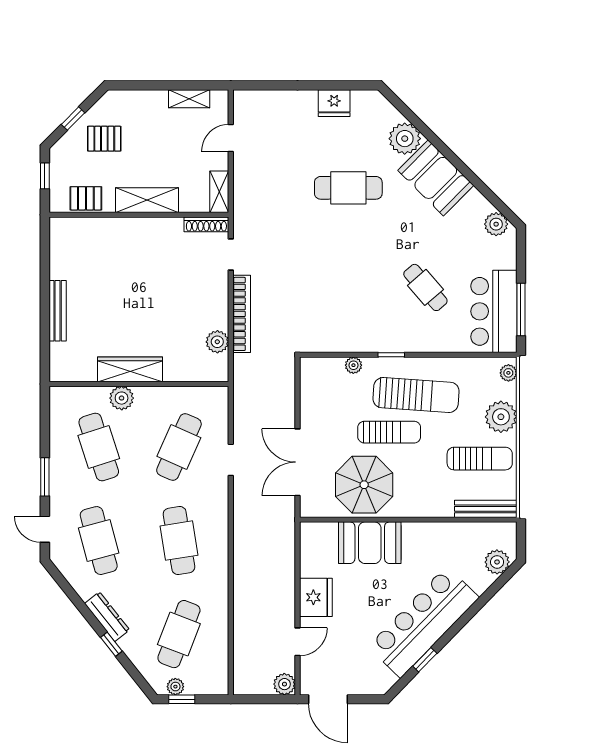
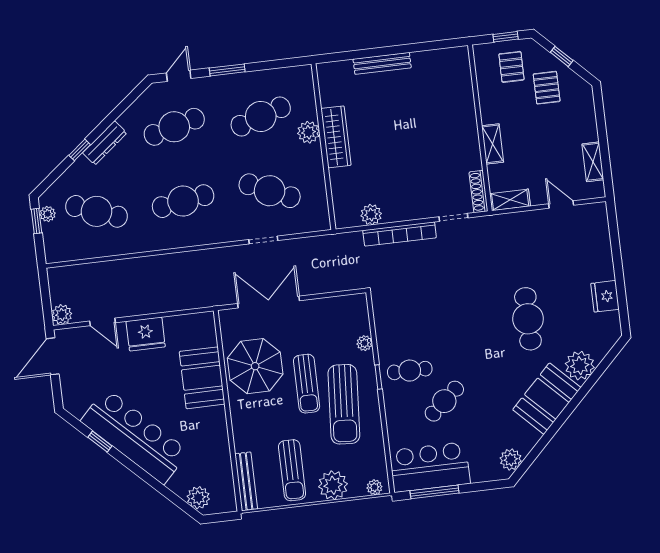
pallet: (86, 198) -> (511, 67), moved
shelving: (147, 200) -> (493, 144), width x0.67, depth x0.75
cafe table: (388, 320) -> (410, 371), added

